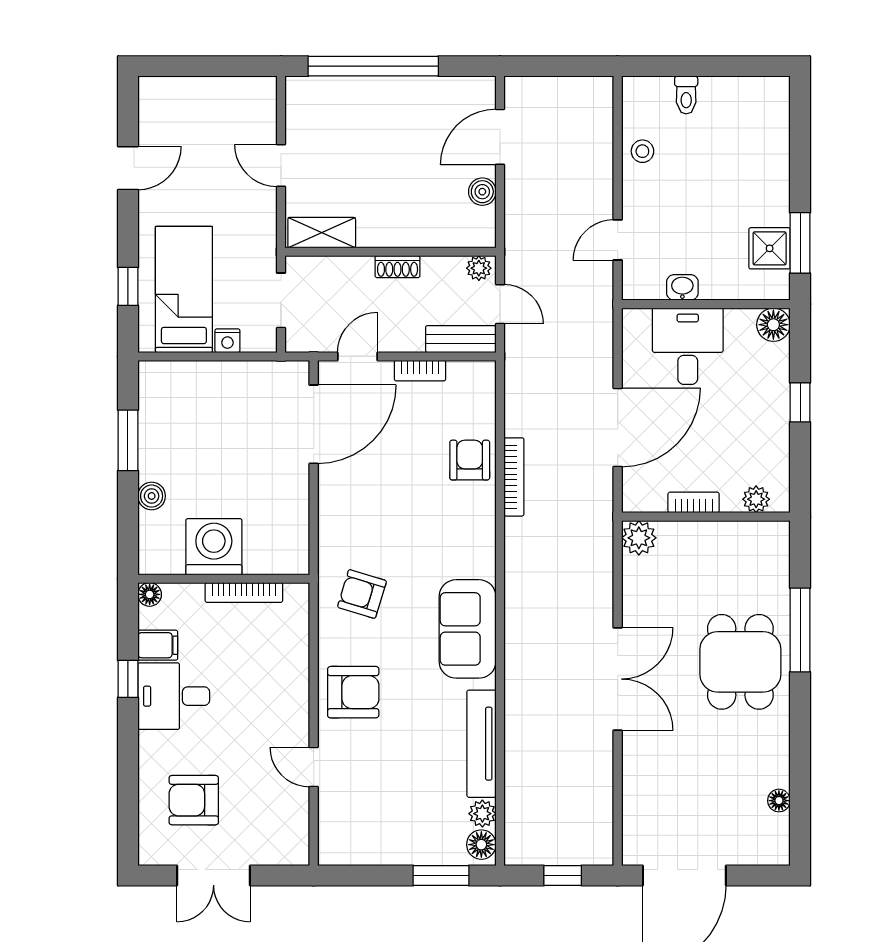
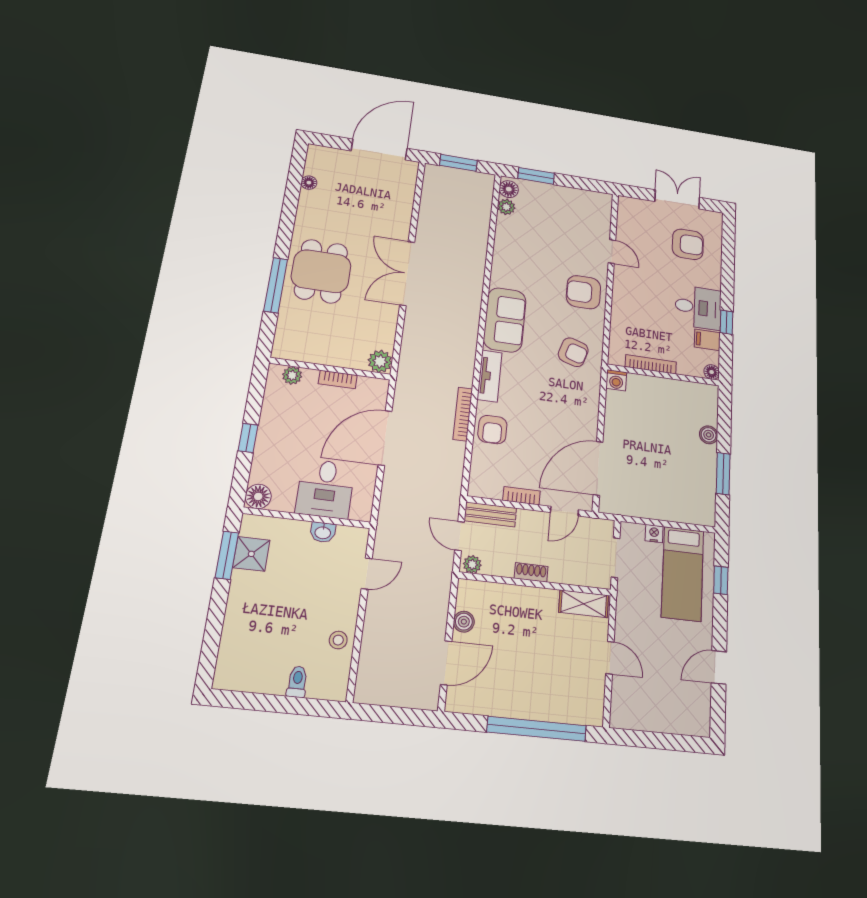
washing machine: (214, 547) -> (616, 380), moved, width x0.53, depth x0.53
tv unit: (482, 744) -> (490, 376), moved, width x0.71
window: (563, 876) -> (458, 163), width x1.50

